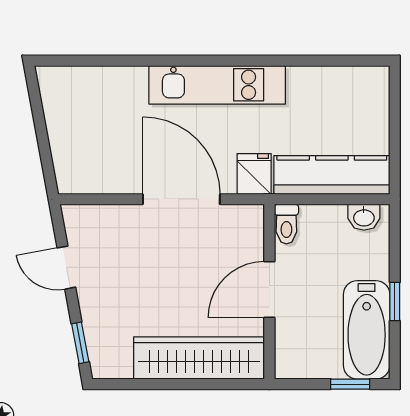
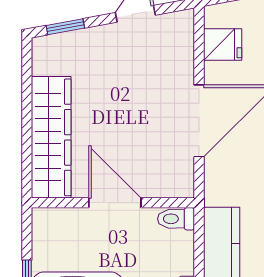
fridge: (254, 174) -> (223, 45), moved

